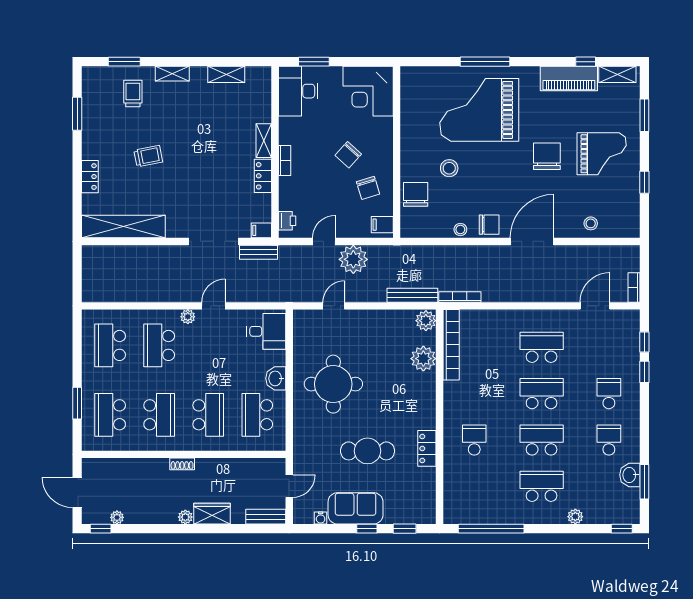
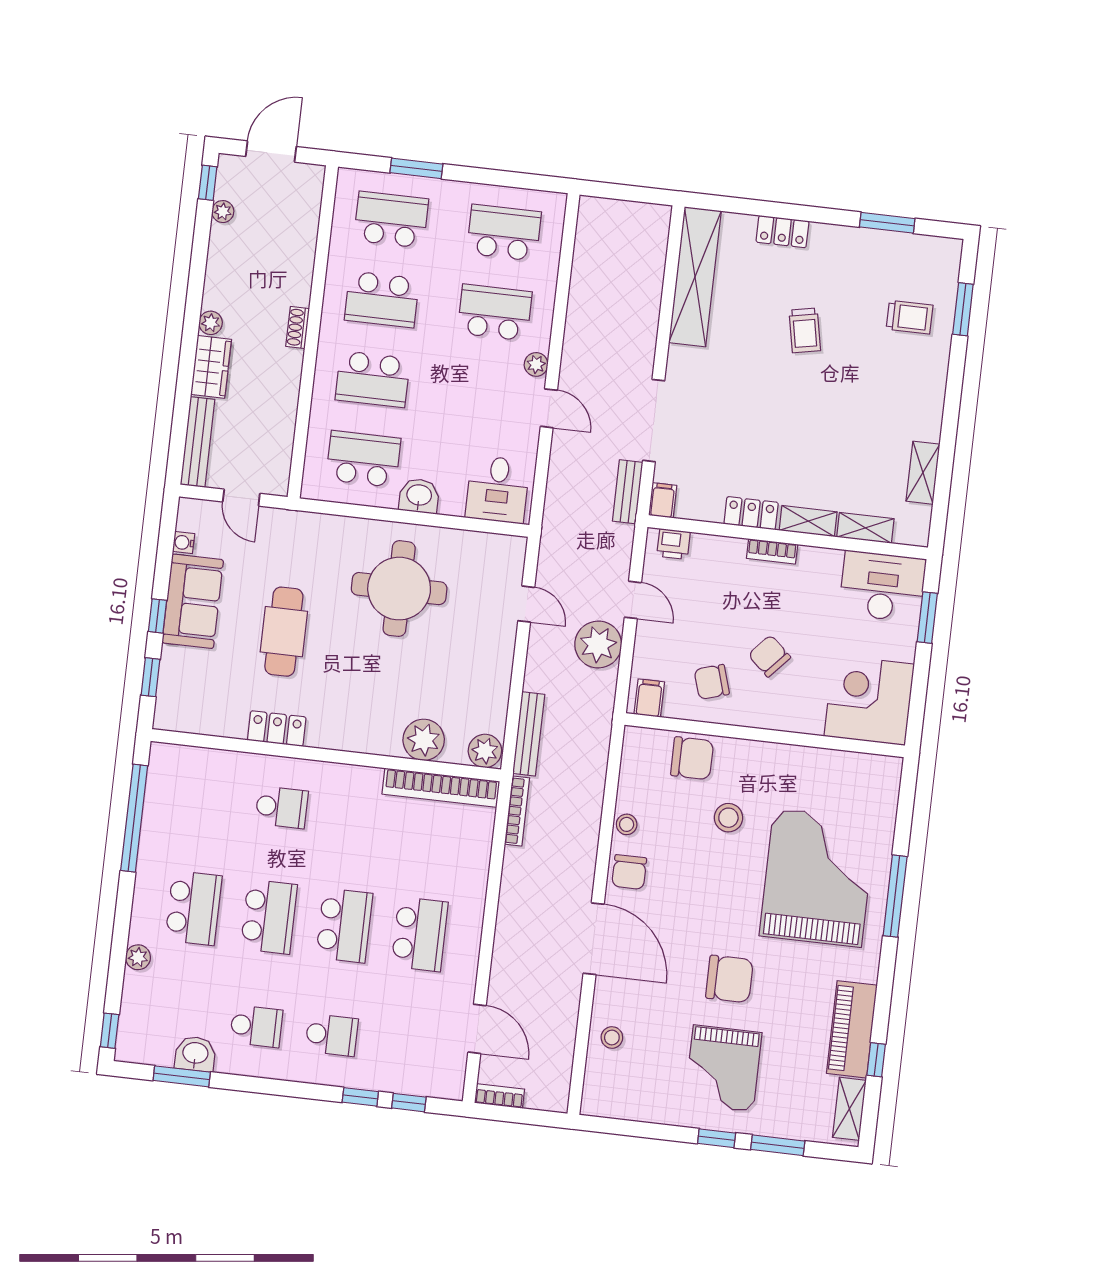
shelving: (172, 74) -> (865, 528), moved, turned 90
window: (644, 182) -> (717, 1138), moved
bench: (266, 517) -> (198, 442), width x1.36

